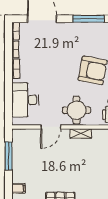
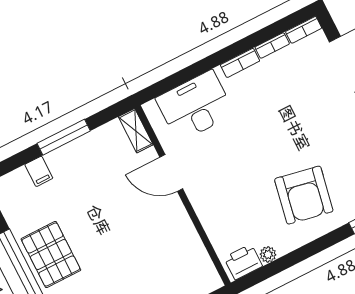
round table: (77, 110) -> (222, 202), removed
shelving: (81, 134) -> (136, 131), moved
window: (9, 156) -> (64, 137), moved

